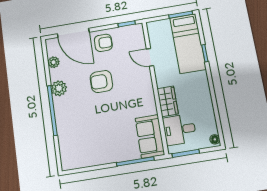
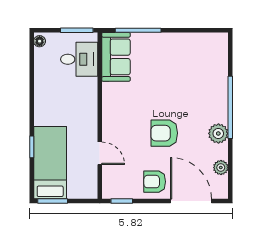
armchair: (101, 81) -> (164, 133), turned 180
wardrobe: (168, 101) -> (87, 95), removed

